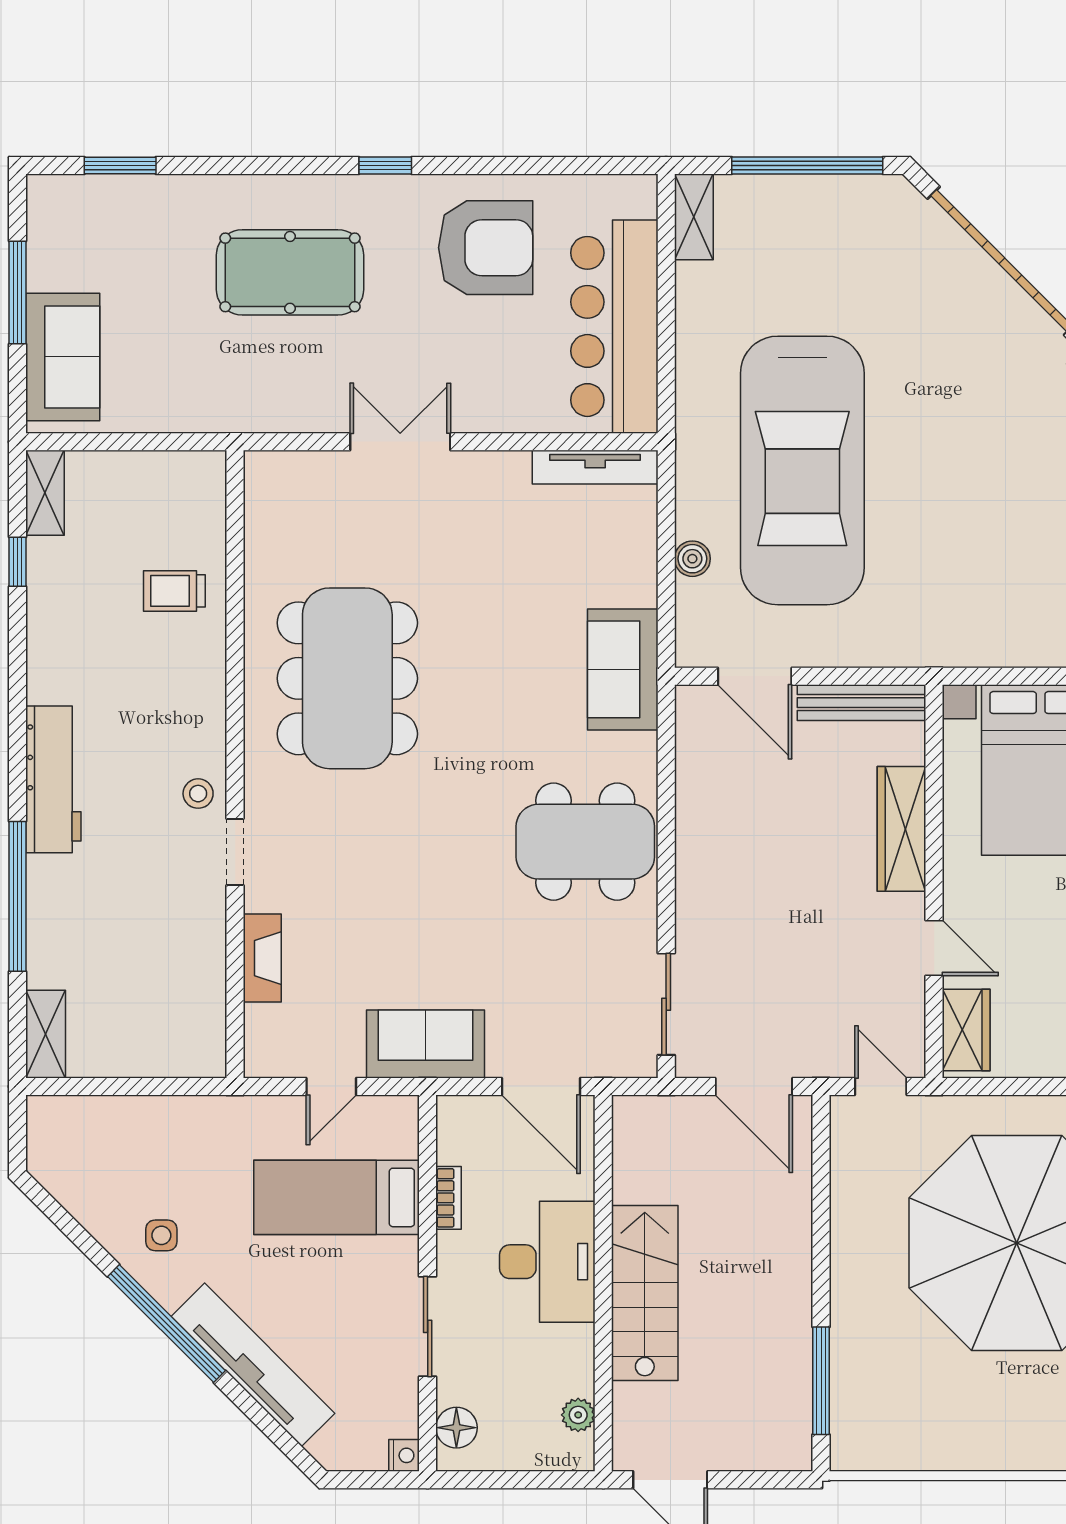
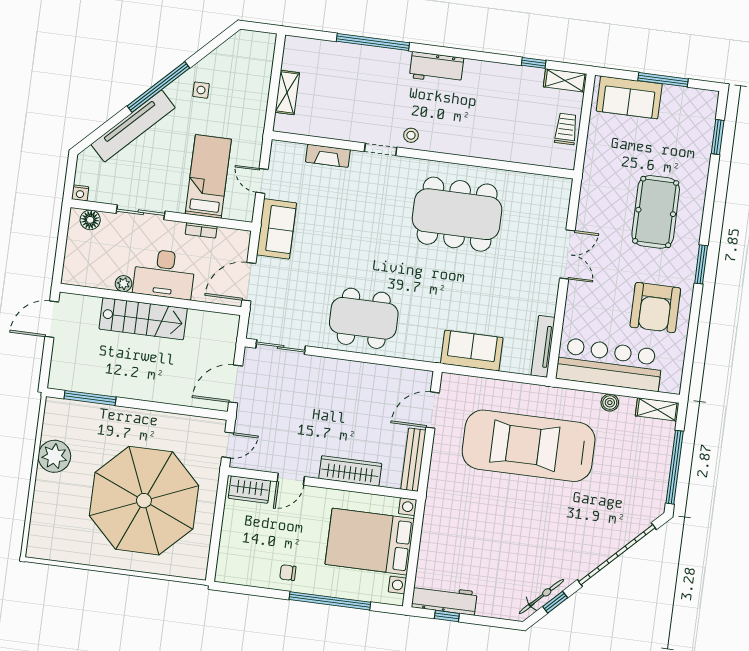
window: (385, 166) -> (701, 264), width x1.50
boiler: (692, 559) -> (610, 403), moved
trolley: (174, 591) -> (566, 129), moved
sofa: (623, 669) -> (472, 351), moved
workbench: (53, 779) -> (436, 68), width x0.73
dining table: (585, 842) -> (364, 318), turned 90
shelving: (46, 1034) -> (287, 92), moved, turned 90
plant: (578, 1415) -> (124, 284), moved
plant: (950, 1438) -> (54, 456), added

